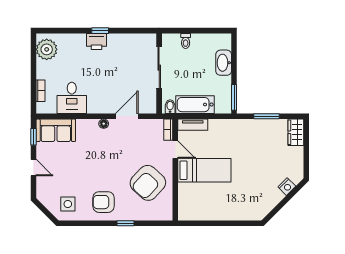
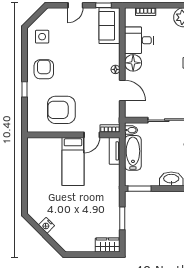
floor lamp: (97, 104) -> (133, 63), added
armchair: (148, 183) -> (61, 110), turned -43
nightstand: (287, 187) -> (46, 225), moved

